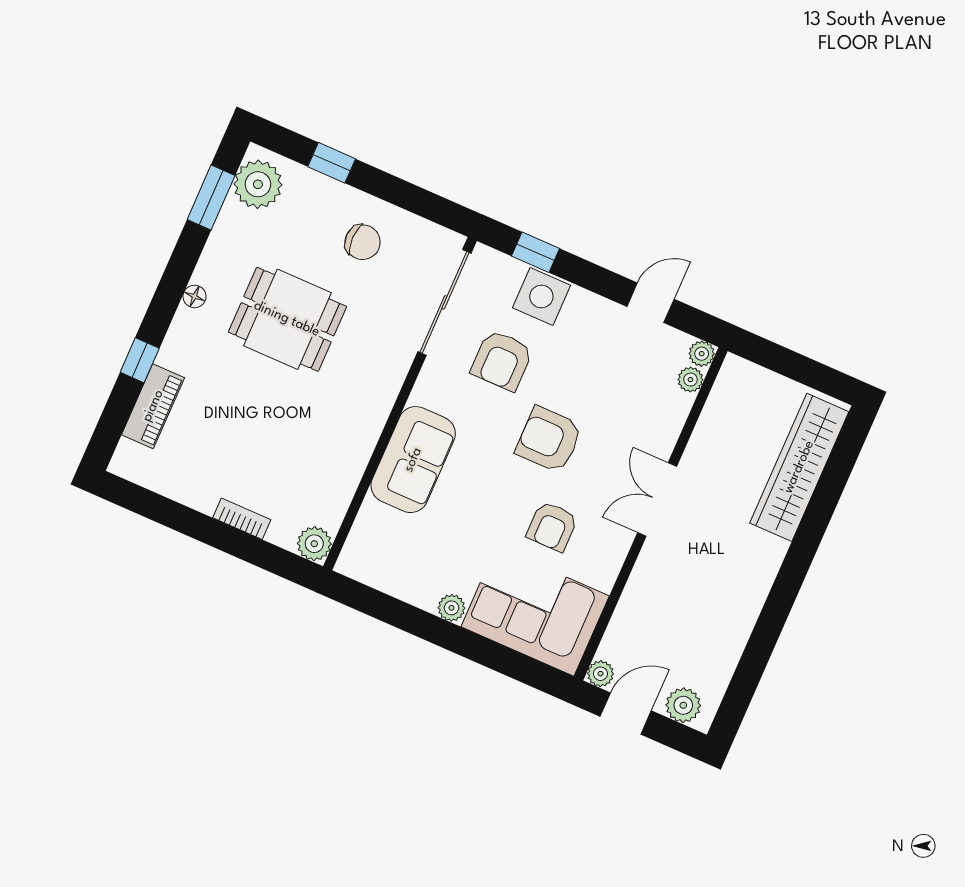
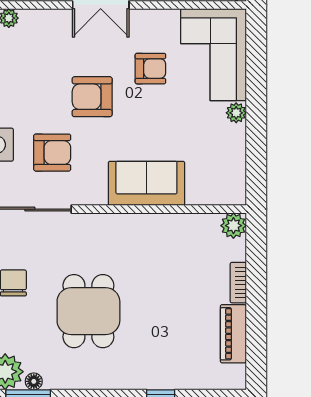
floor lamp: (195, 296) -> (34, 381), moved
piano: (153, 406) -> (233, 334), moved, turned -90
armchair: (549, 440) -> (92, 97), turned 90

